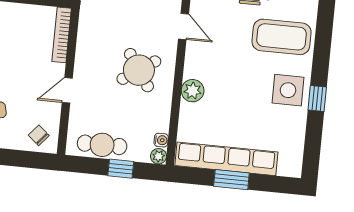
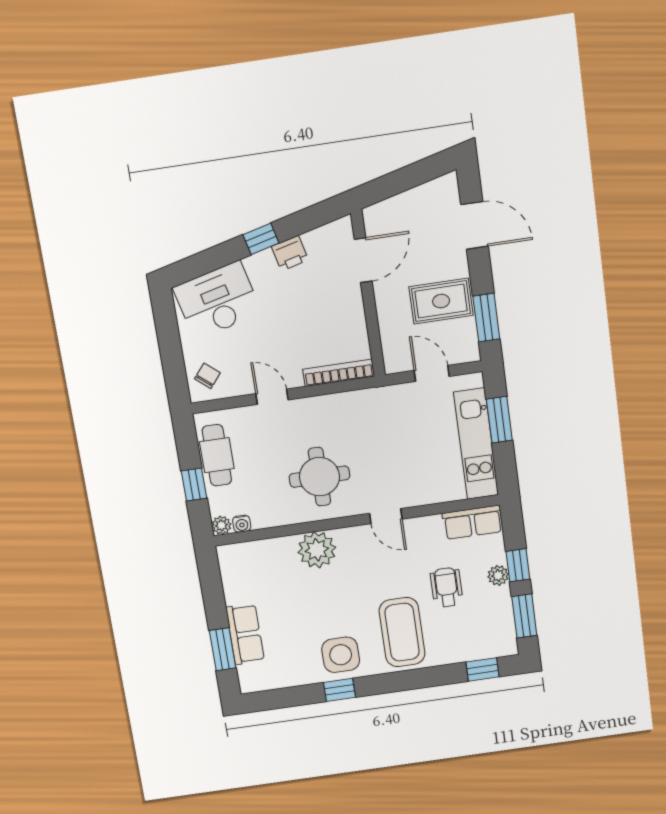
door: (183, 27) -> (386, 516), hinge flipped
round table: (139, 70) -> (319, 477), turned 34
plant: (193, 91) -> (317, 550), width x1.36, depth x1.36
row of seats: (226, 159) -> (245, 634), width x0.50
window: (231, 180) -> (223, 649), moved

